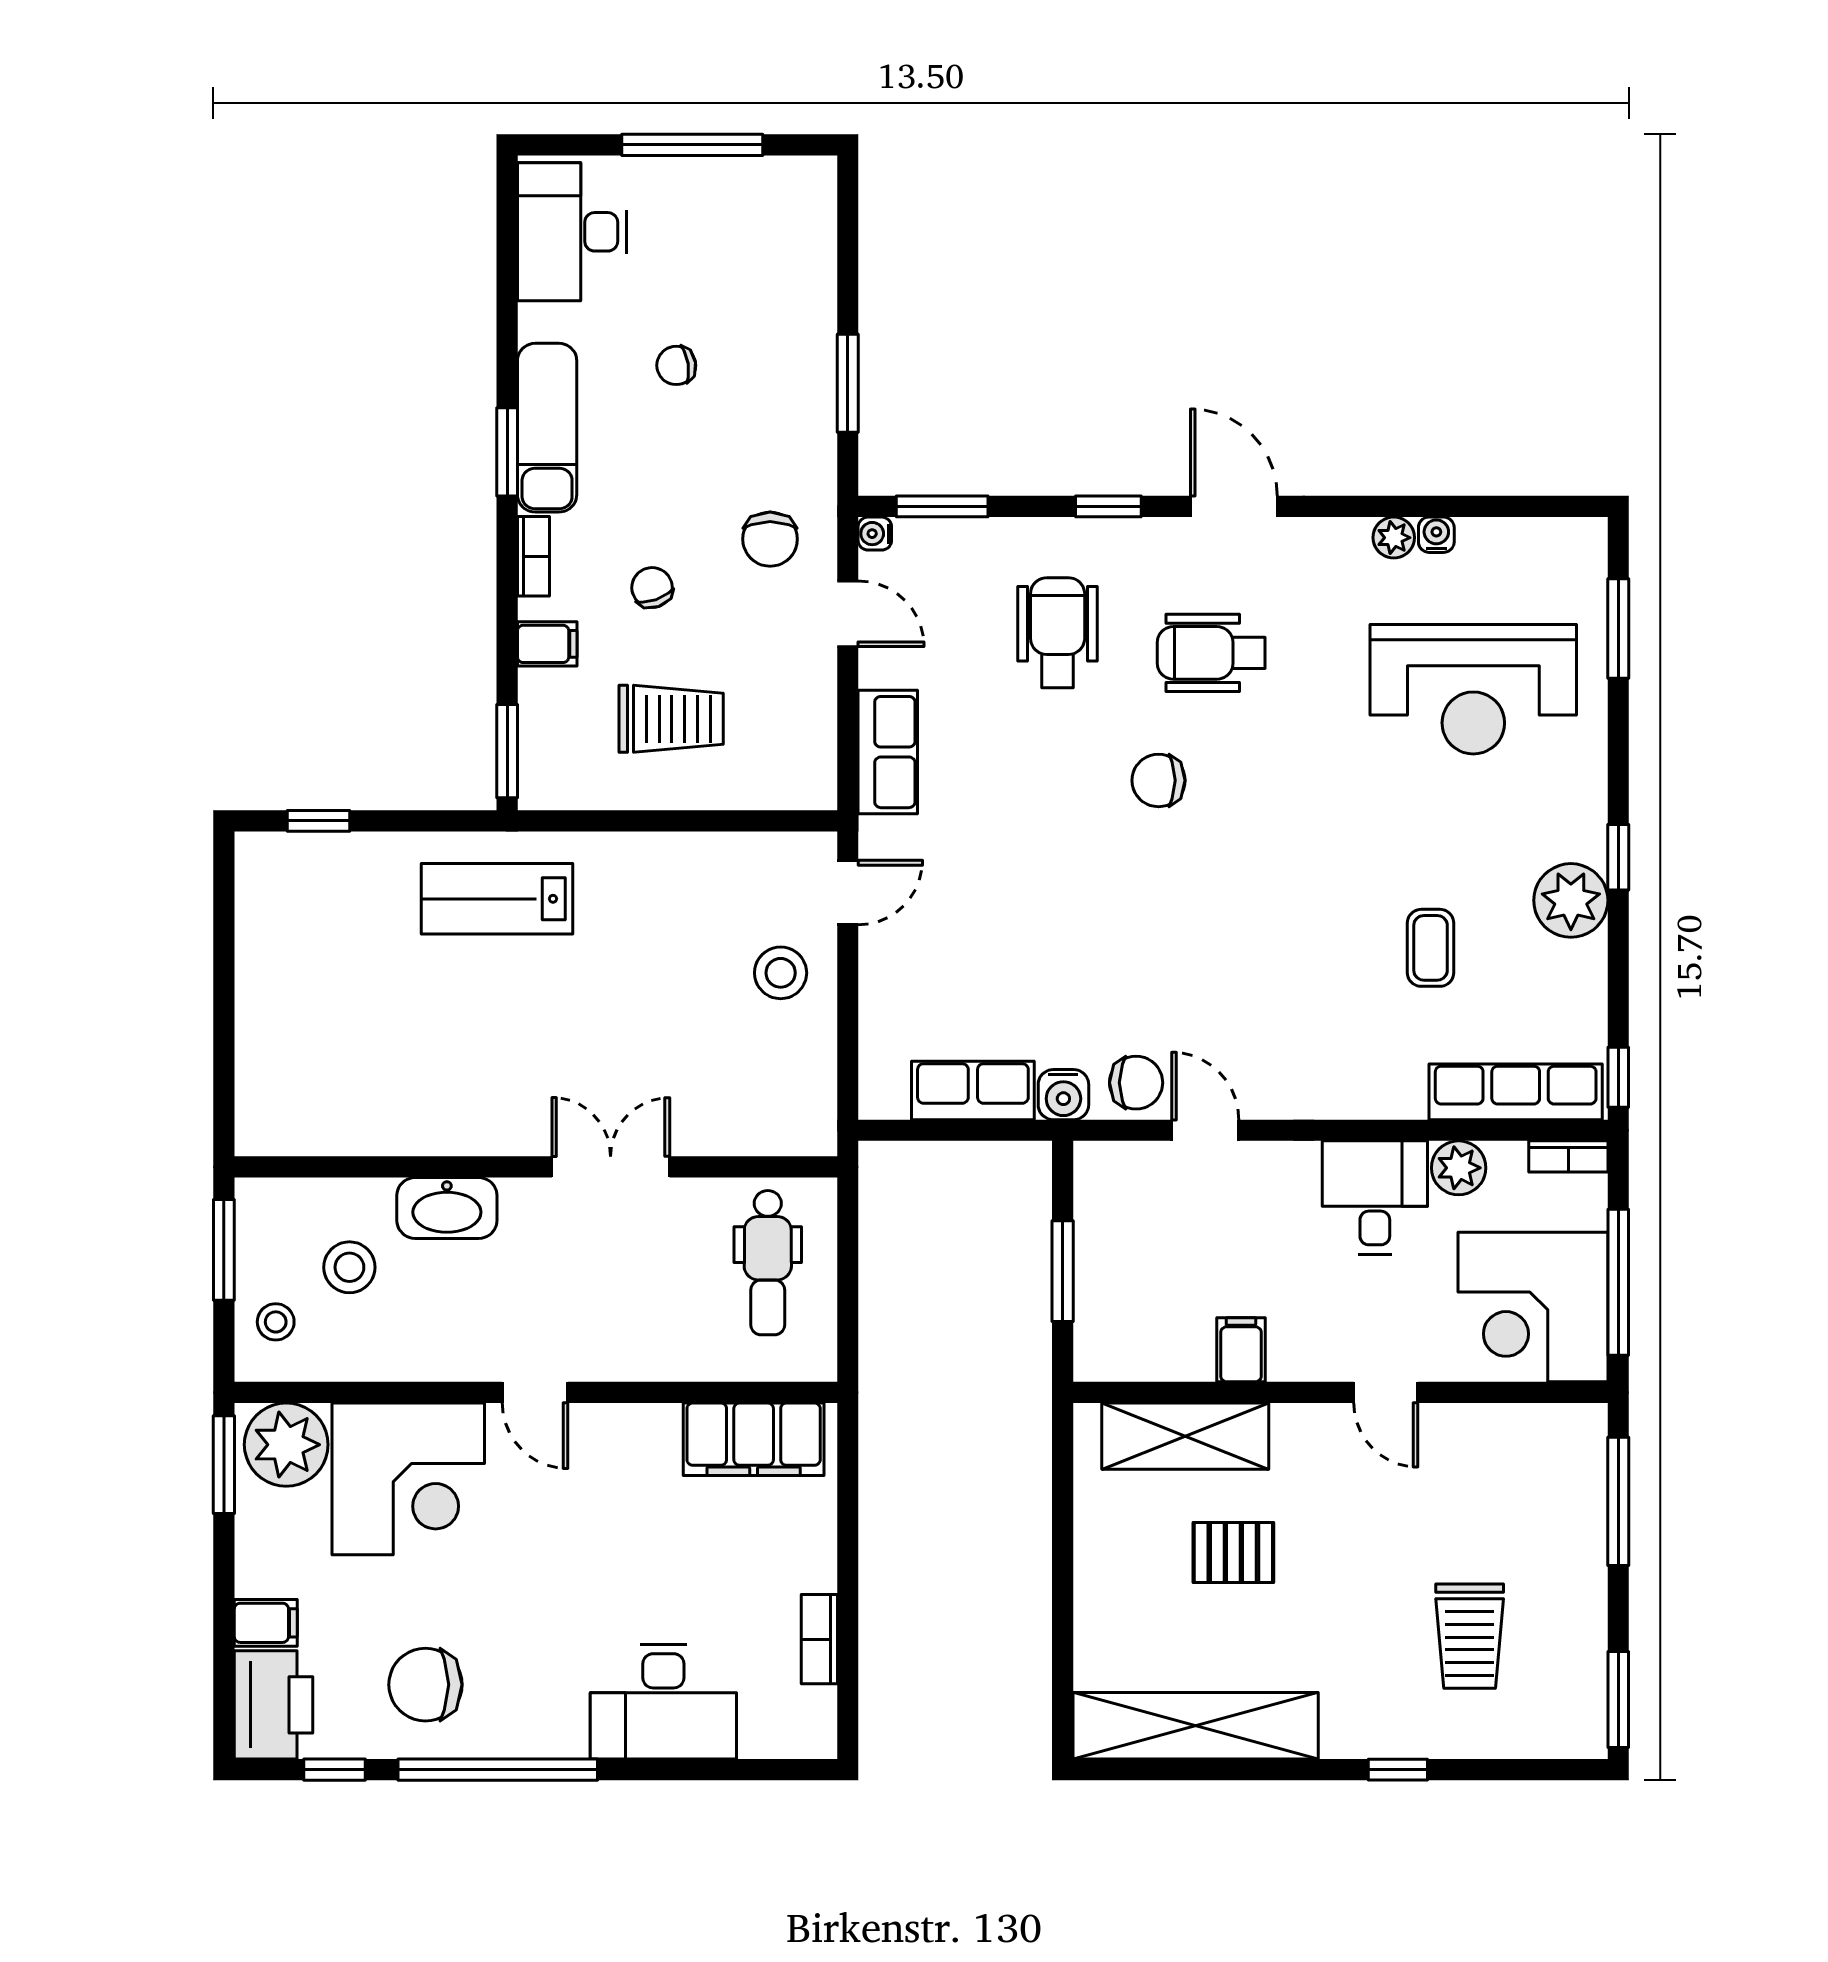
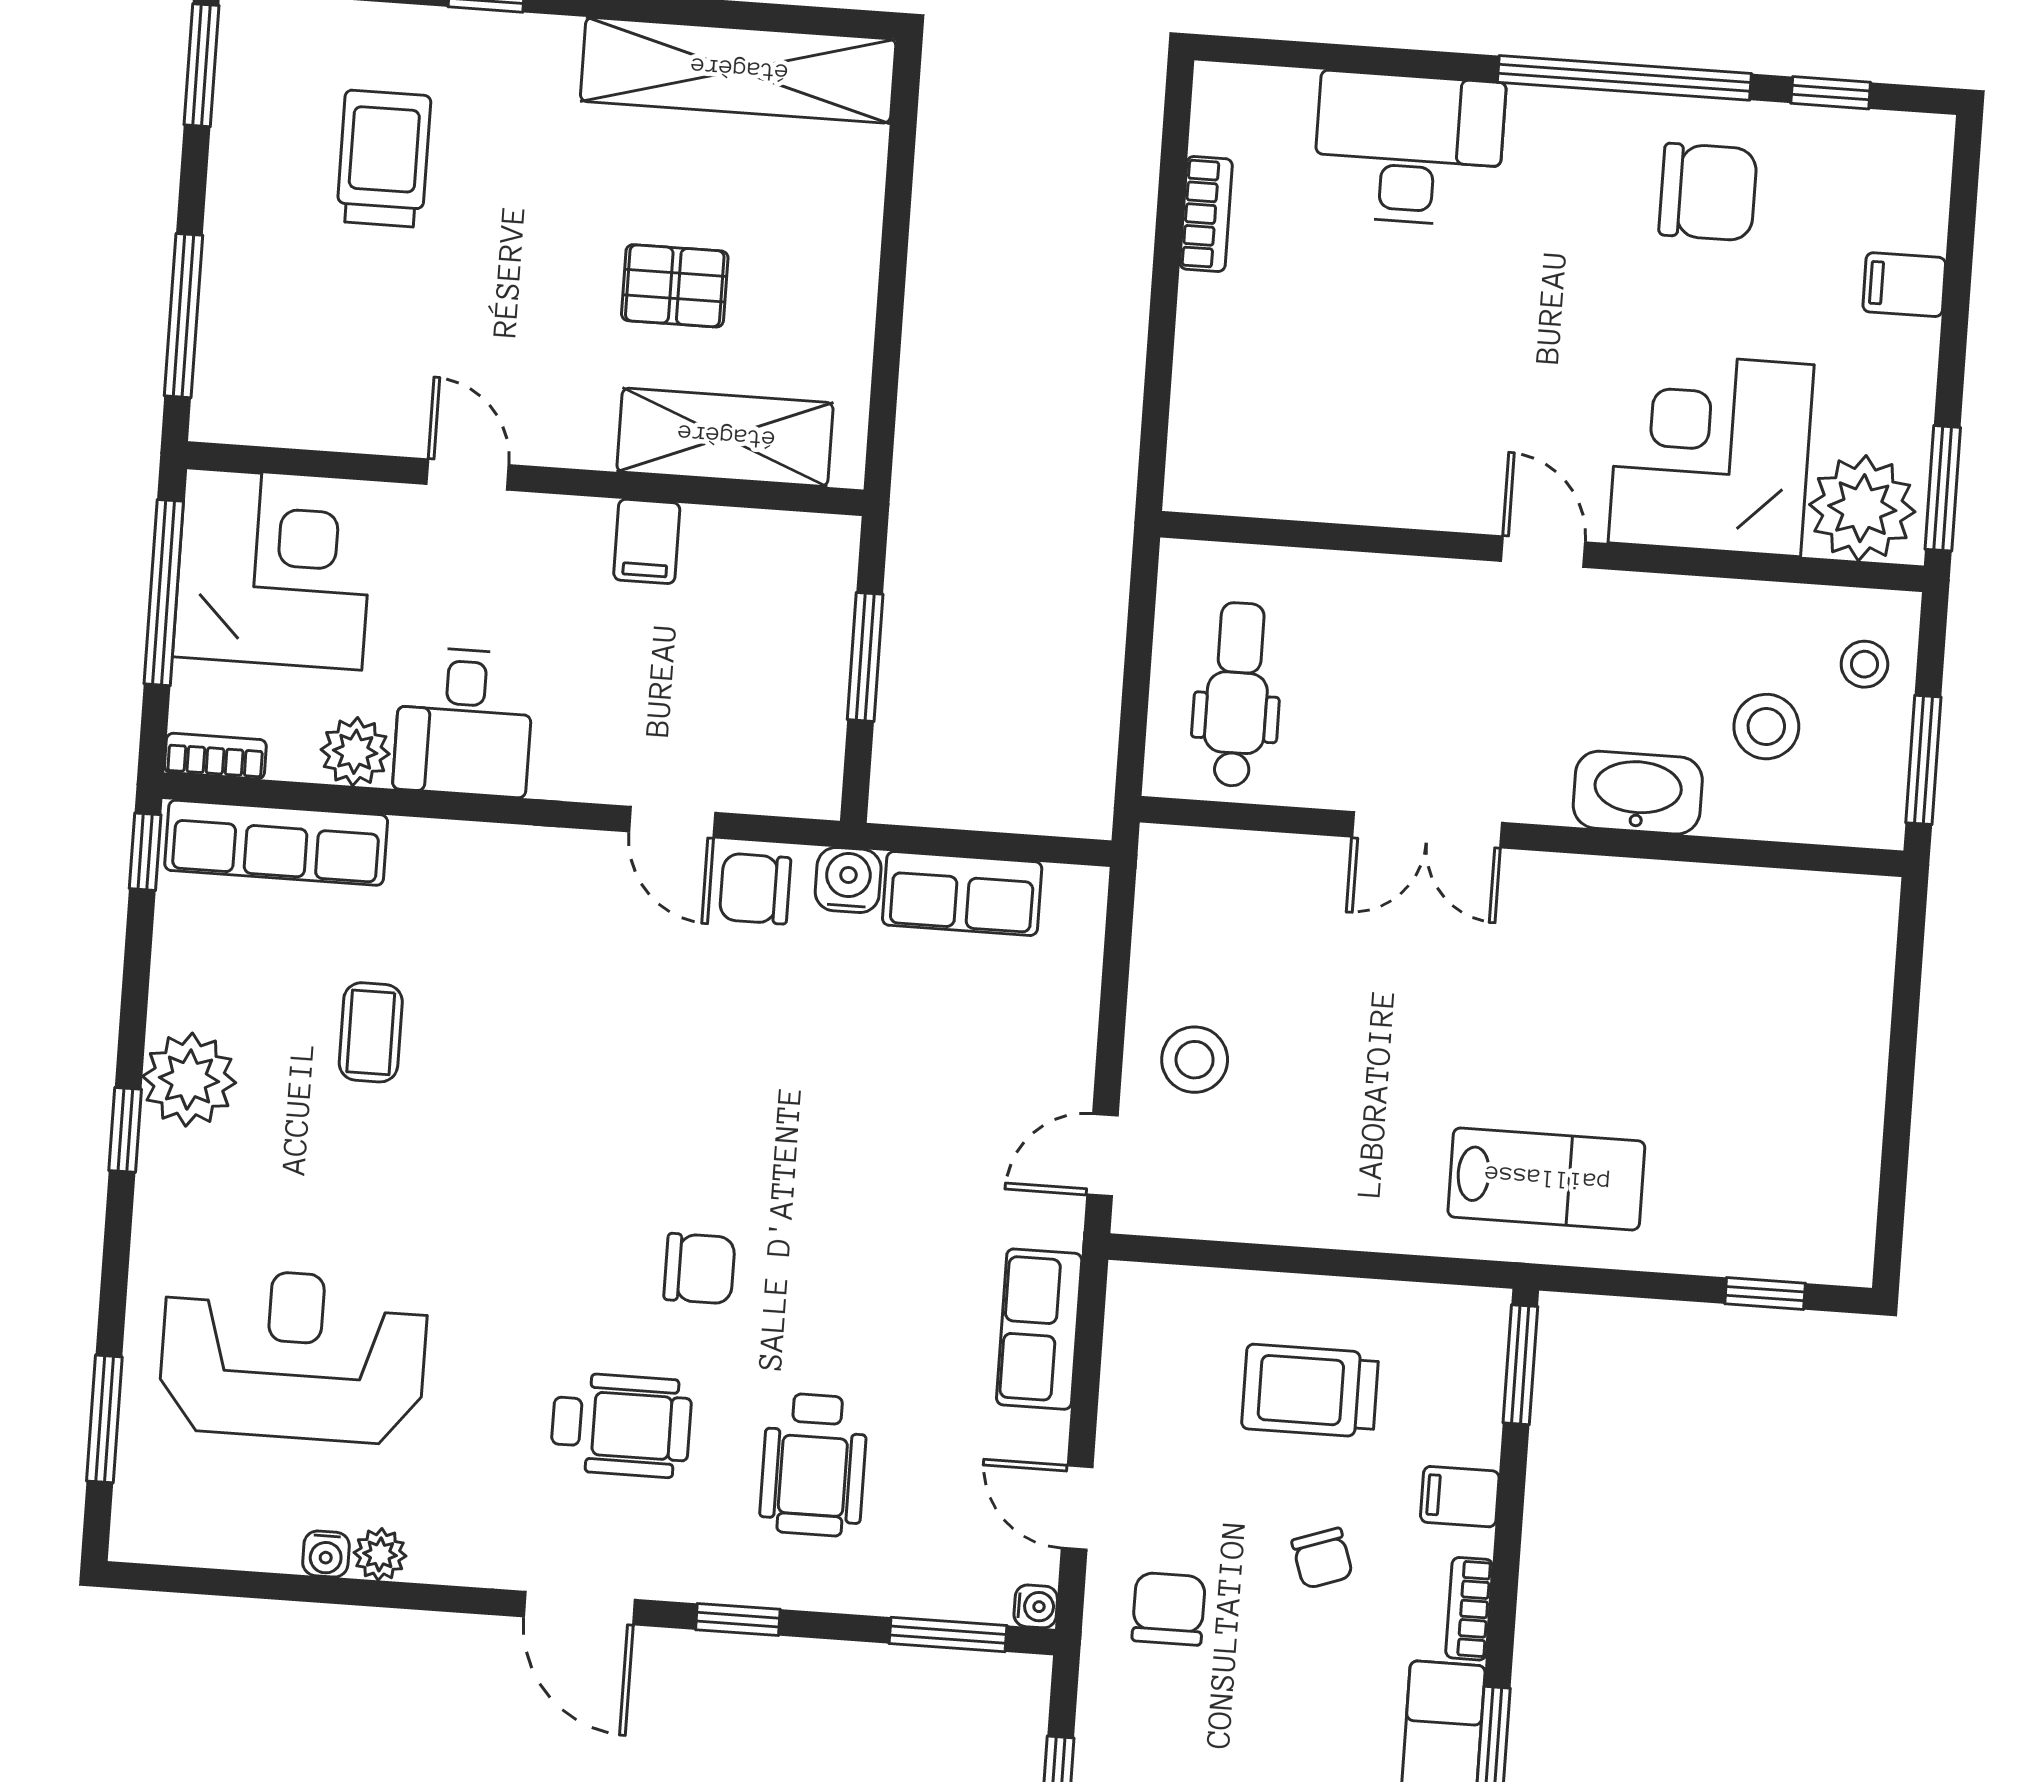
filing cabinet: (754, 1439) -> (1271, 473), removed
printer: (274, 1705) -> (1902, 180), removed

